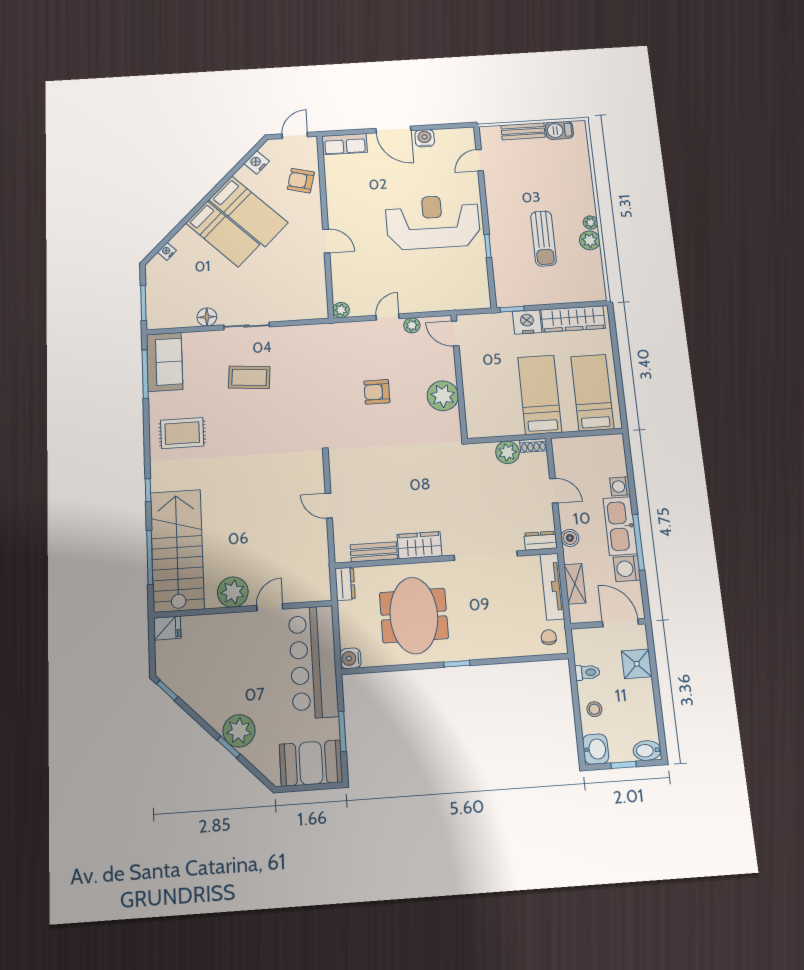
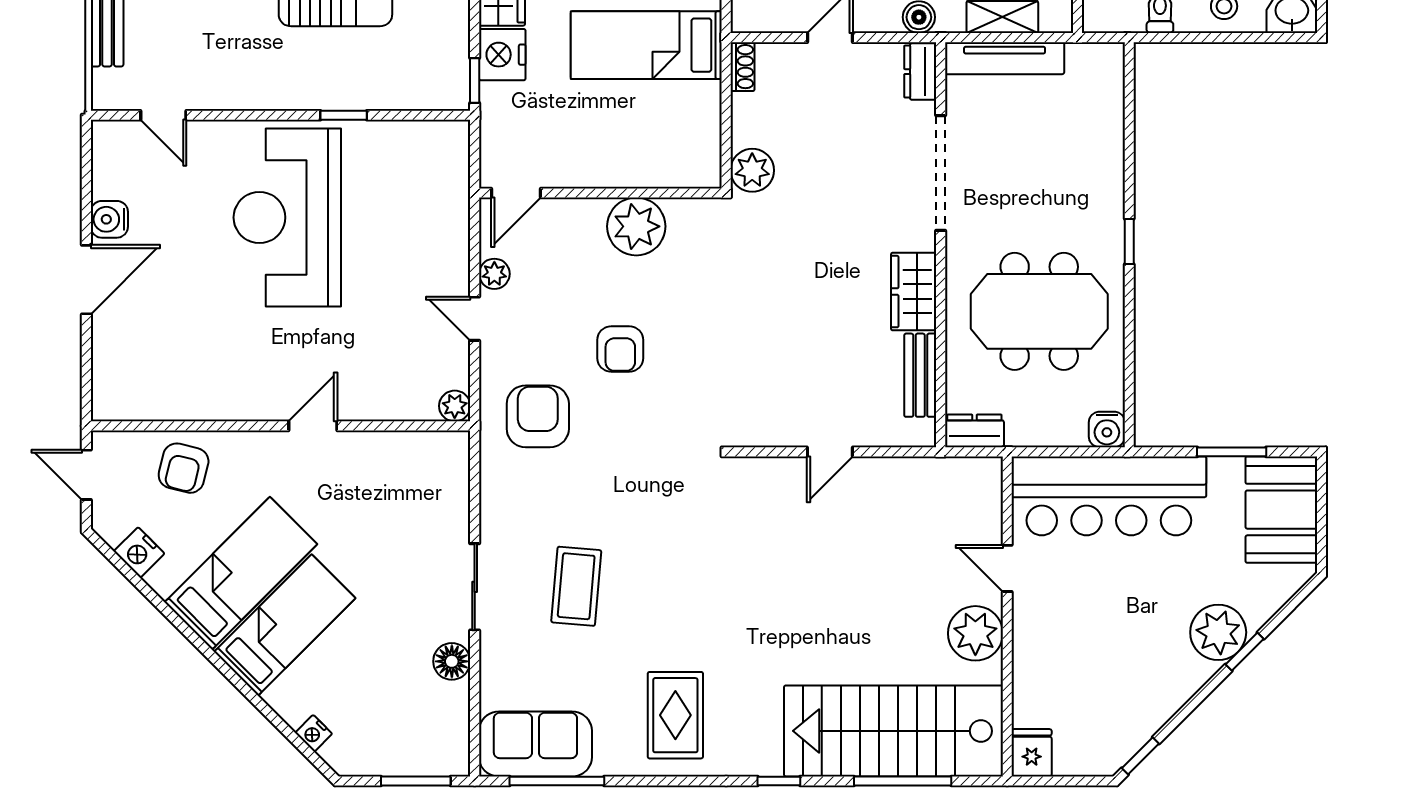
row of seats: (345, 144) -> (111, 377), removed
armchair: (338, 352) -> (538, 416), added
plant: (507, 452) -> (752, 170), moved
chair: (549, 637) -> (1094, 74), removed

